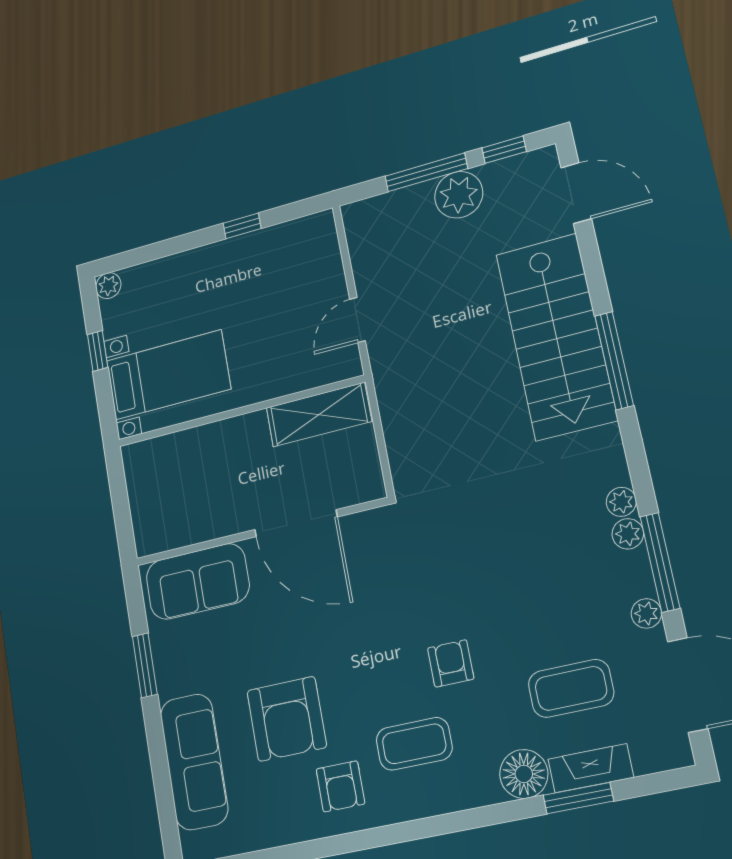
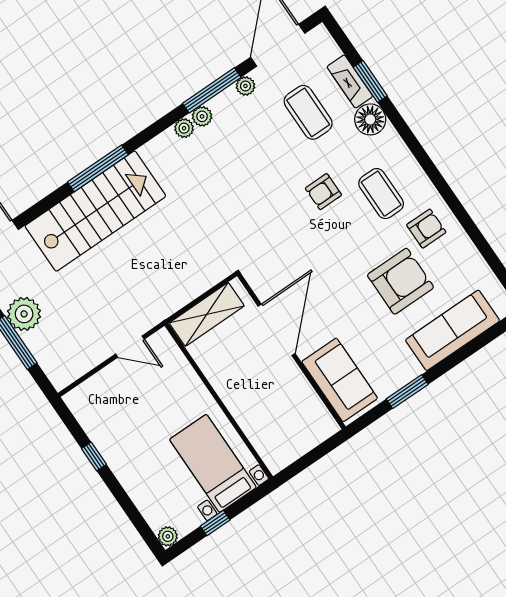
shelving: (319, 415) -> (207, 314), moved, turned 90

